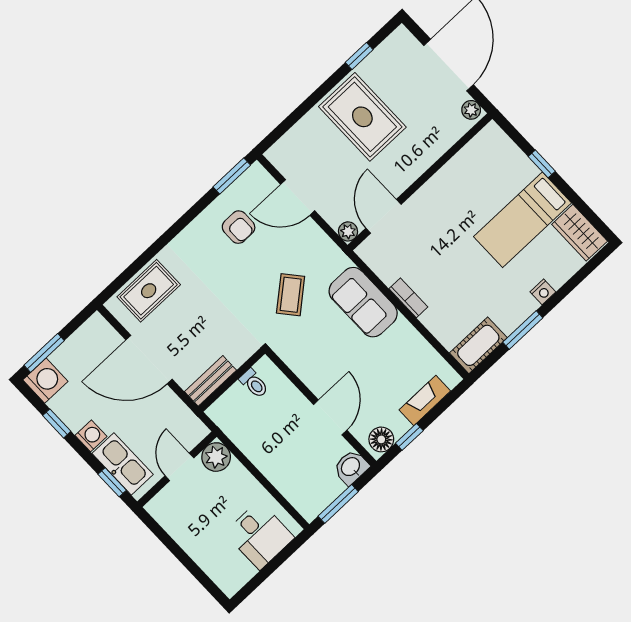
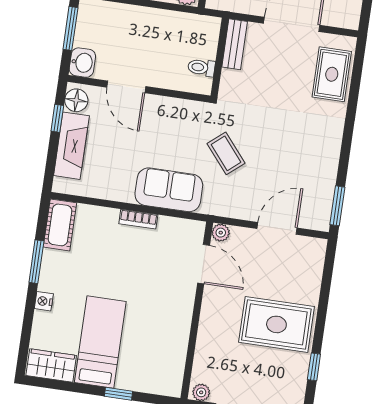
armchair: (239, 227) -> (303, 173), removed
fireplace: (425, 400) -> (71, 146), width x1.37, depth x1.32

